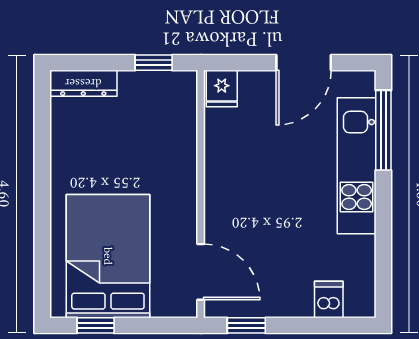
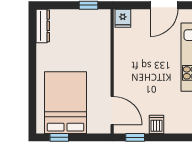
dresser: (83, 83) -> (43, 26), moved, turned -90
dishwasher: (329, 299) -> (156, 124), moved

